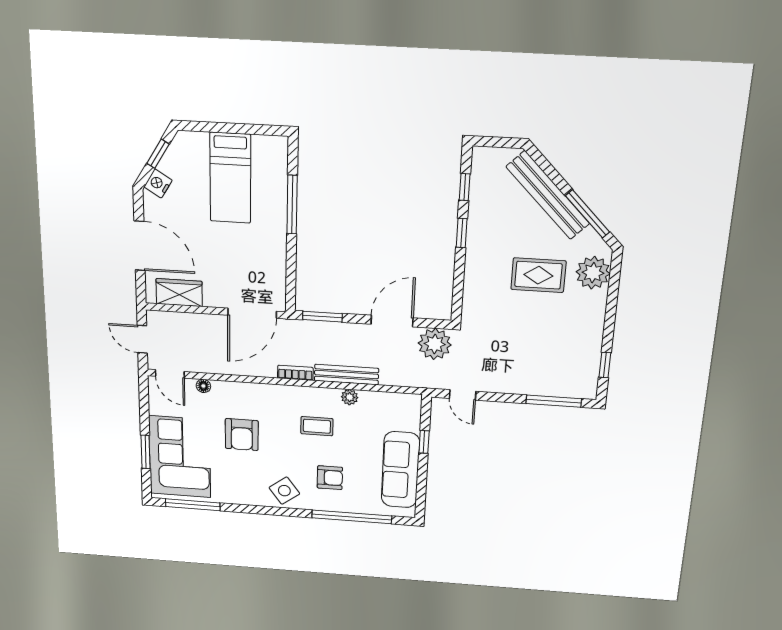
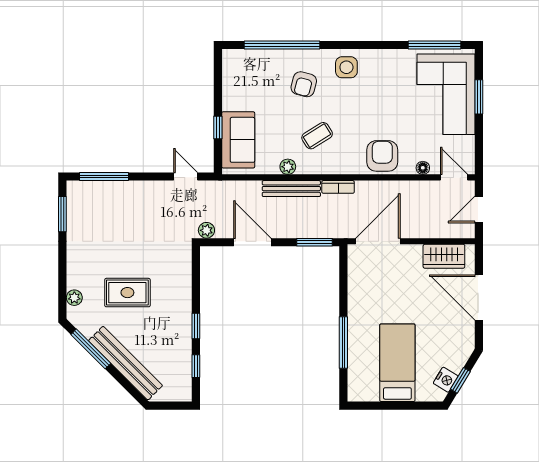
nightstand: (158, 184) -> (446, 380), moved
plant: (593, 273) -> (74, 298), width x0.53, depth x0.53
door: (392, 321) -> (252, 242), swing flipped
door: (142, 339) -> (479, 209), swing flipped
plant: (435, 344) -> (206, 230), width x0.53, depth x0.53
window: (605, 365) -> (62, 214), width x1.50
coffee table: (317, 426) -> (317, 136), turned -32
armchair: (242, 435) -> (382, 156), moved
sofa: (400, 470) -> (238, 140), moved, width x0.73
armchair: (330, 478) -> (304, 84), turned -75
side table: (284, 491) -> (346, 67), turned 37

